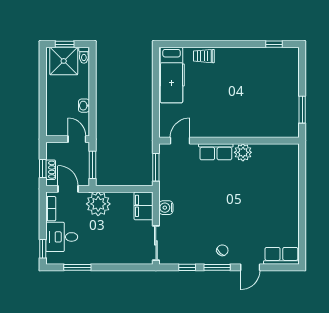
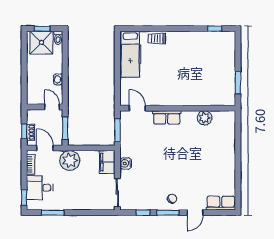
door: (180, 141) -> (137, 108), hinge flipped
plant: (243, 152) -> (205, 118), moved

